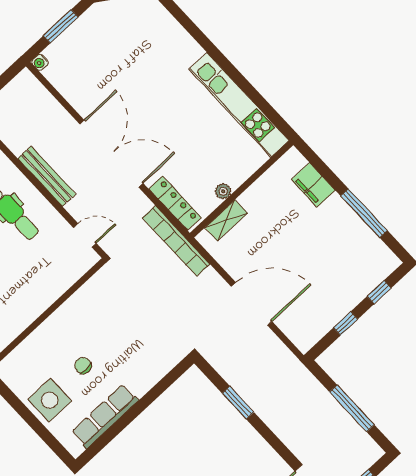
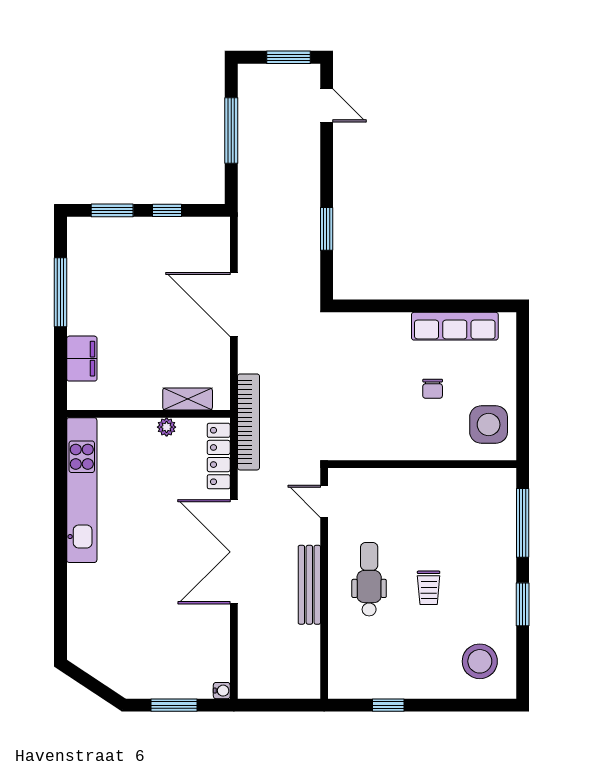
window: (379, 292) -> (112, 210), width x1.50
side table: (50, 400) -> (489, 425), moved

